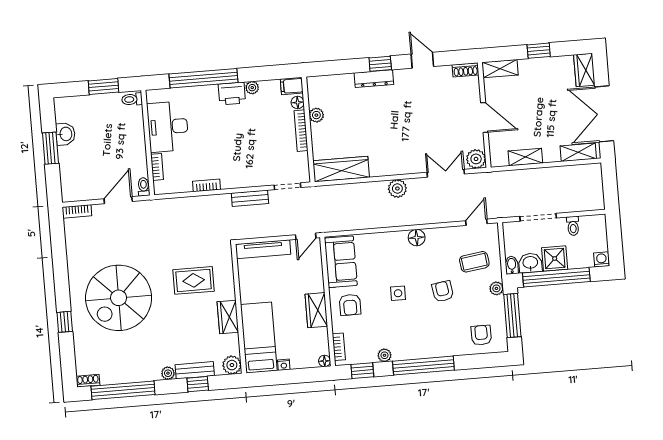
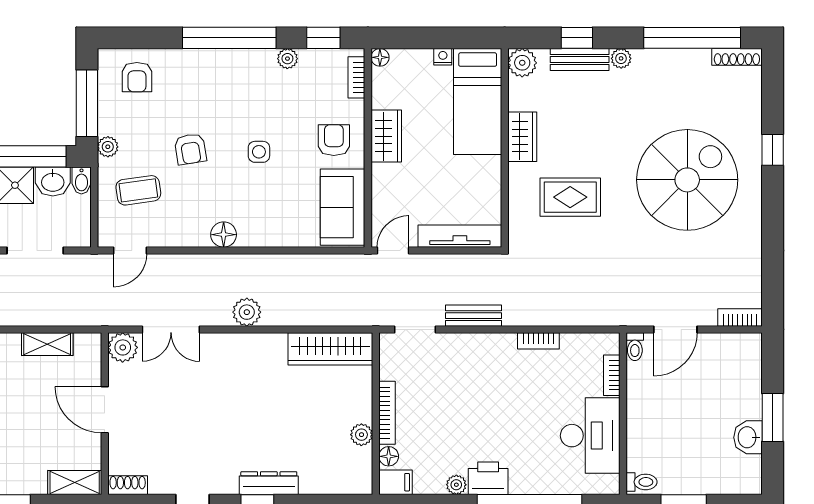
shoe rack: (88, 381) -> (737, 57), width x1.43

